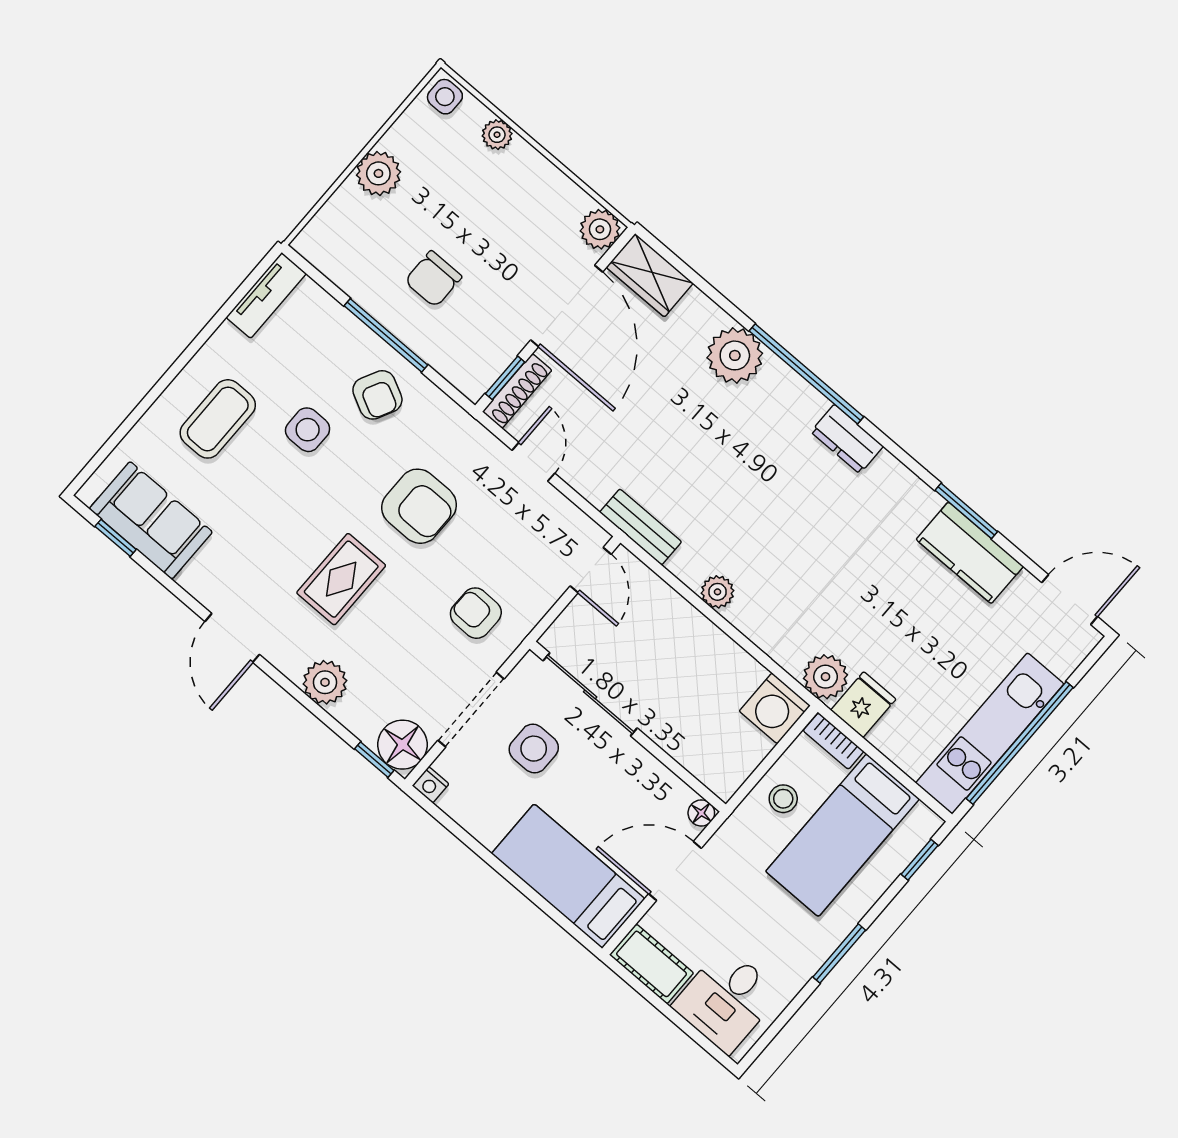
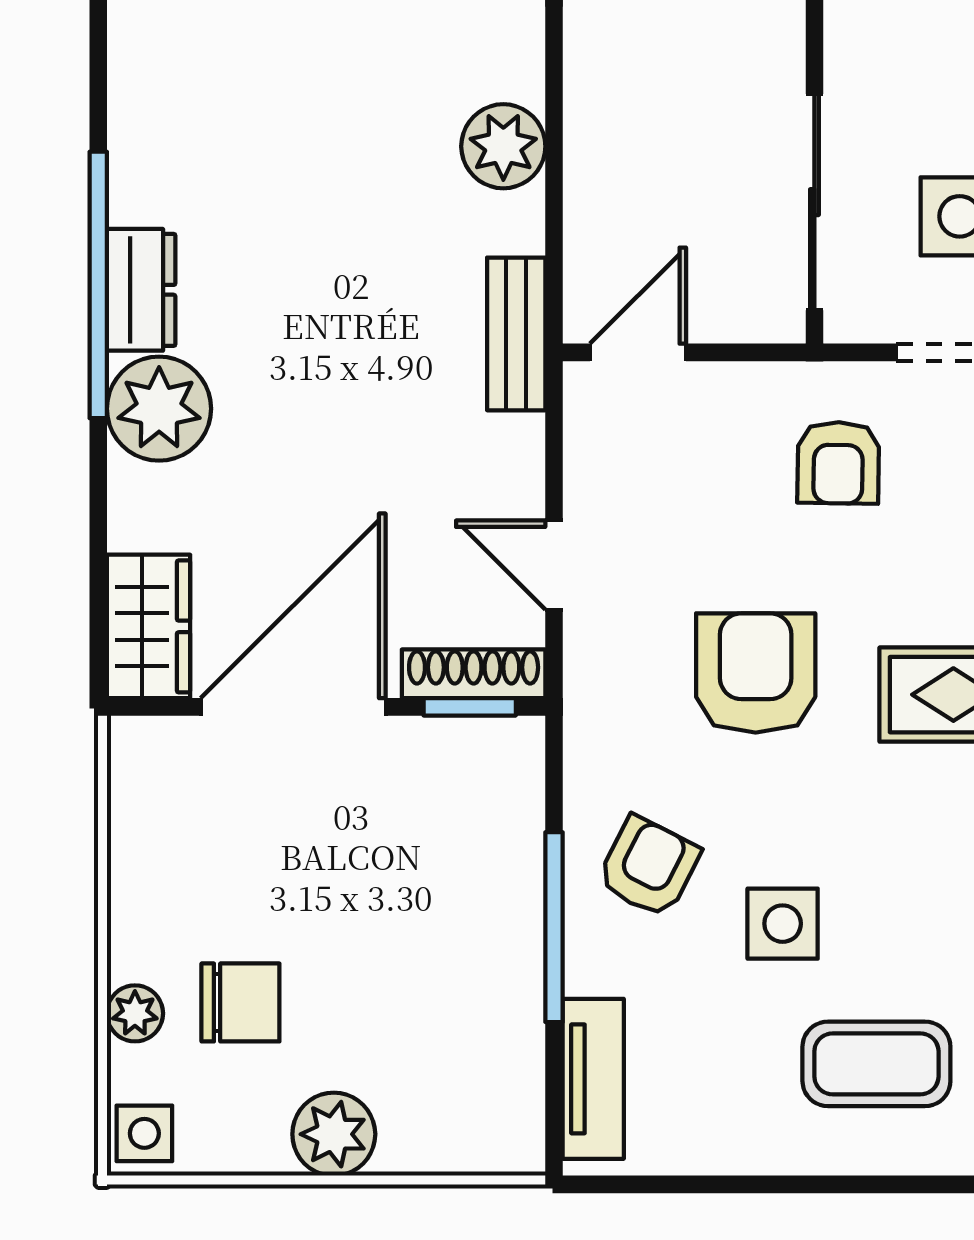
plant: (600, 229) -> (144, 753), removed
chair: (433, 279) -> (240, 1002), moved
tv unit: (266, 295) -> (593, 1079), moved, turned 90
dresser: (847, 439) -> (141, 290), moved
door: (533, 462) -> (554, 565), hinge flipped
plant: (717, 592) -> (503, 146), width x1.38, depth x1.38

